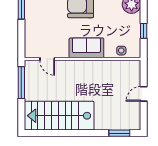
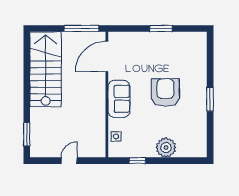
door: (47, 59) -> (107, 56), width x1.87
door: (144, 94) -> (69, 161), hinge flipped

